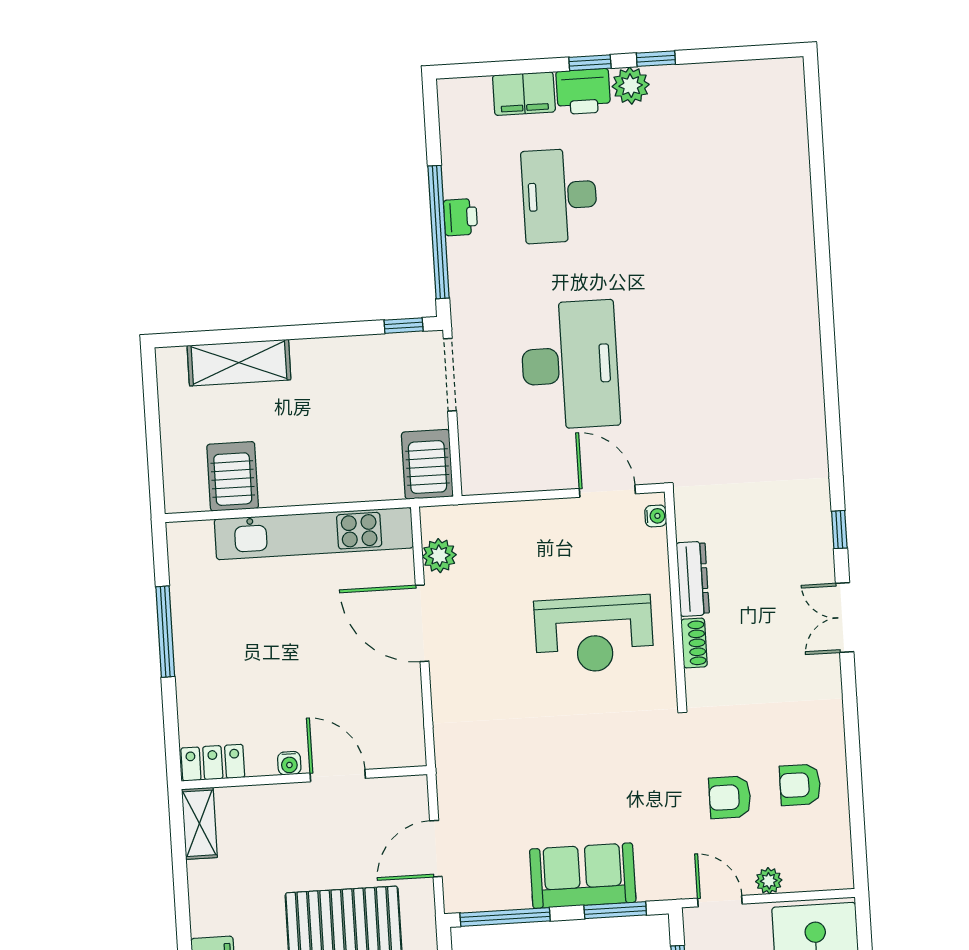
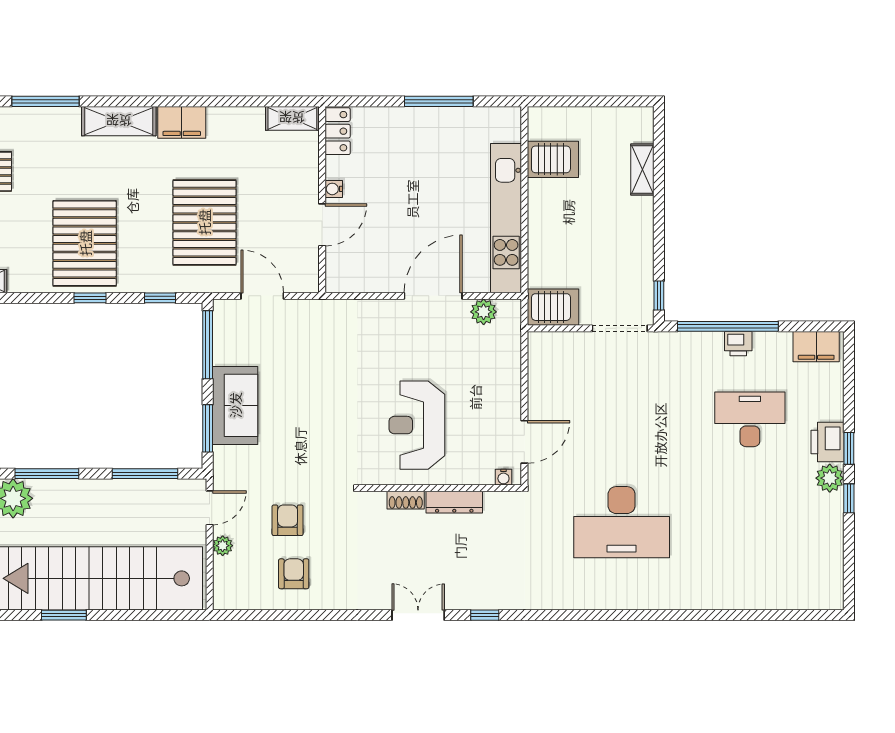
filing cabinet: (524, 94) -> (816, 347), moved, turned -90
shelving: (239, 363) -> (642, 169), width x0.67, depth x0.75
desk: (570, 365) -> (622, 522), moved

